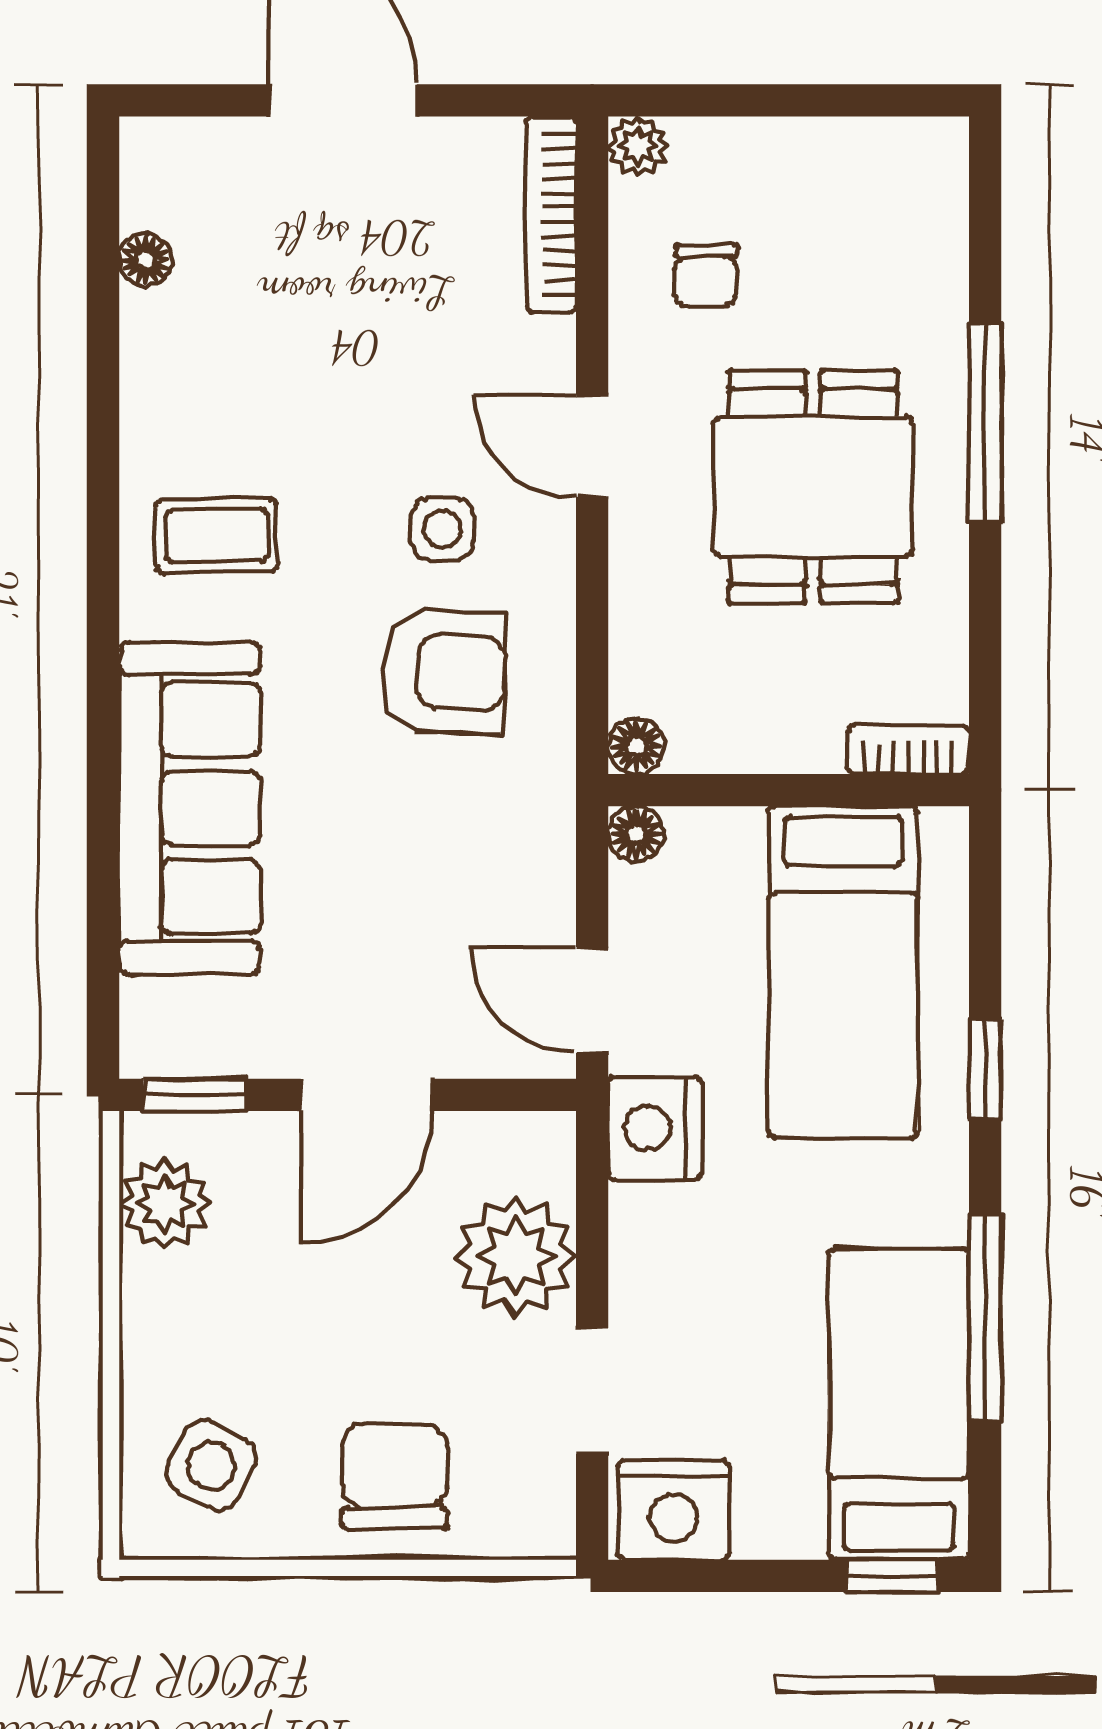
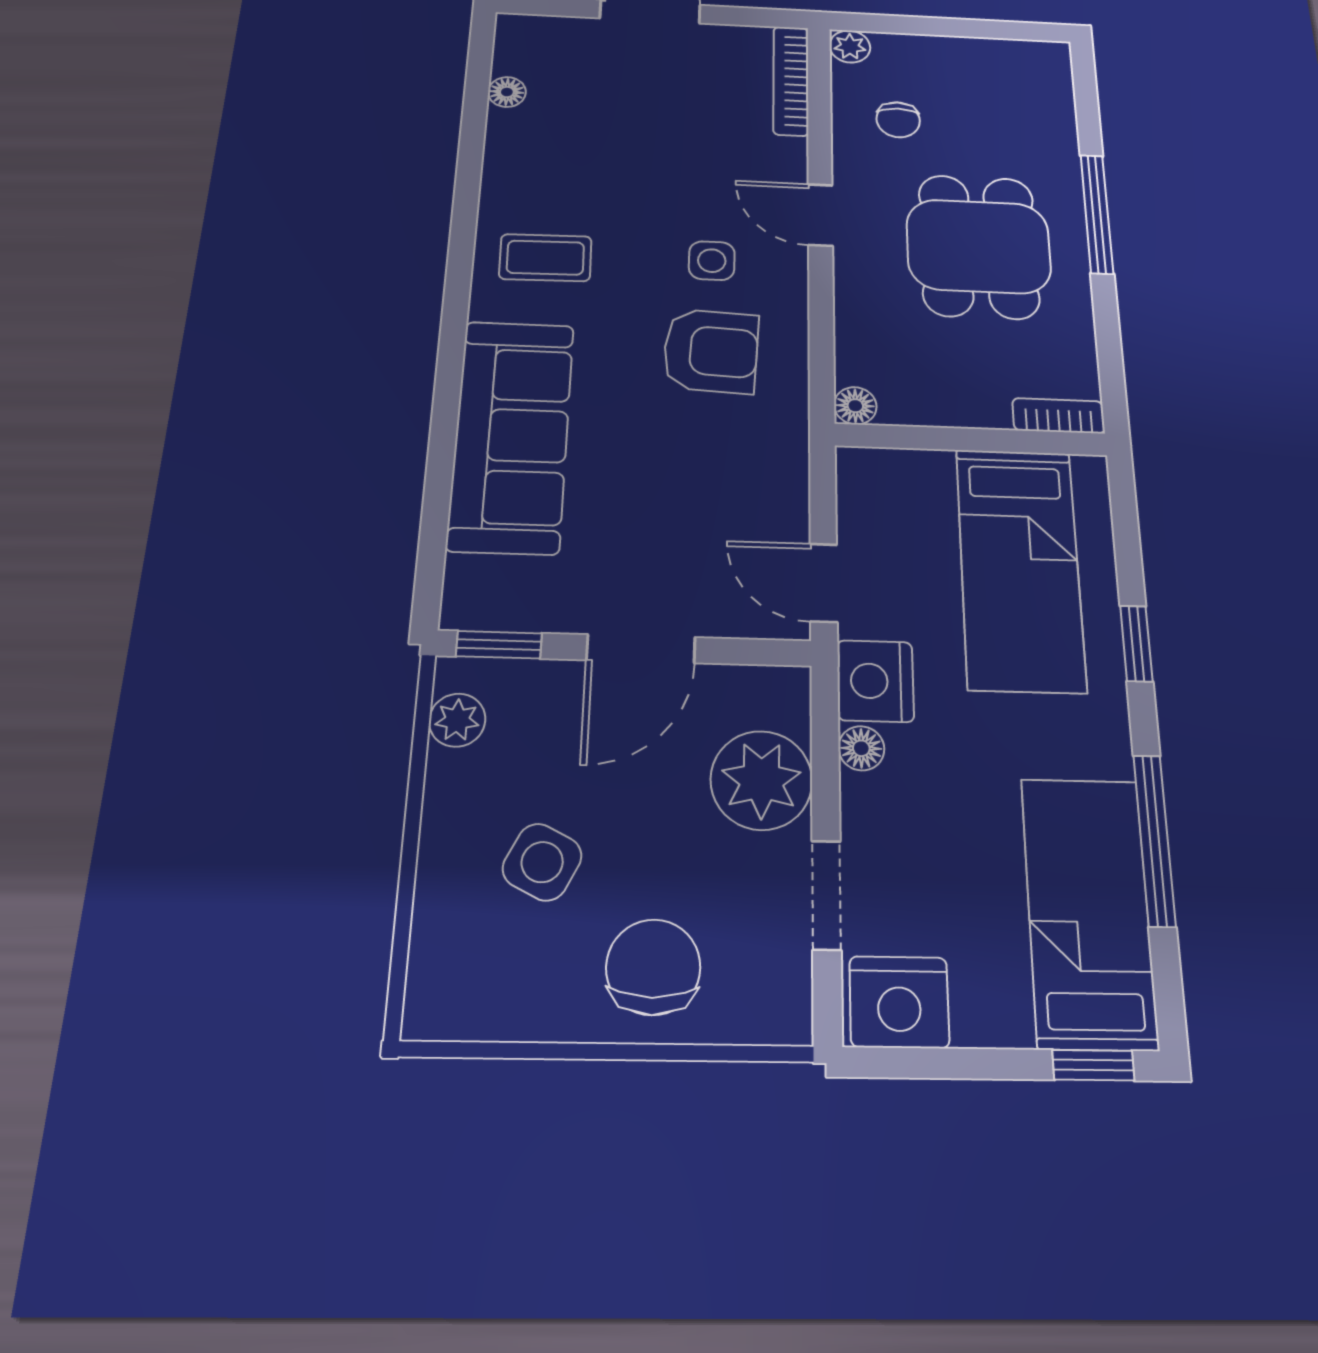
floor lamp: (636, 834) -> (861, 748), moved
plant: (164, 1204) -> (457, 720), width x0.73, depth x0.73
side table: (211, 1465) -> (542, 862), moved

